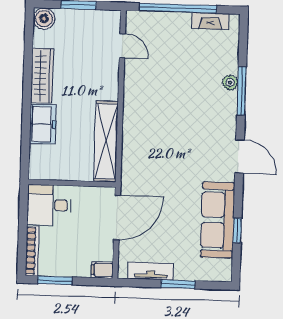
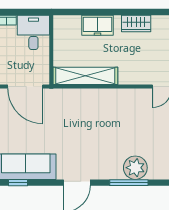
wardrobe: (42, 76) -> (136, 23), width x0.67
plant: (230, 83) -> (135, 168), width x1.87, depth x1.87

